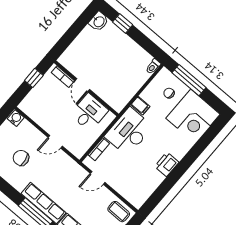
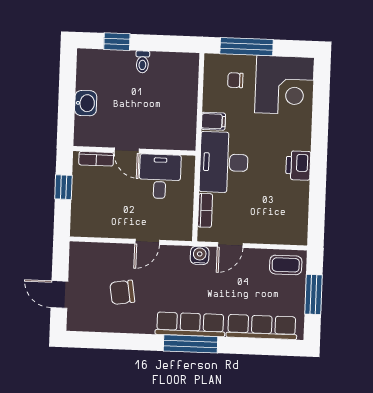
washbasin: (99, 22) -> (86, 103), moved
toilet: (153, 66) -> (143, 62), moved
water cooler: (16, 118) -> (200, 255), moved

